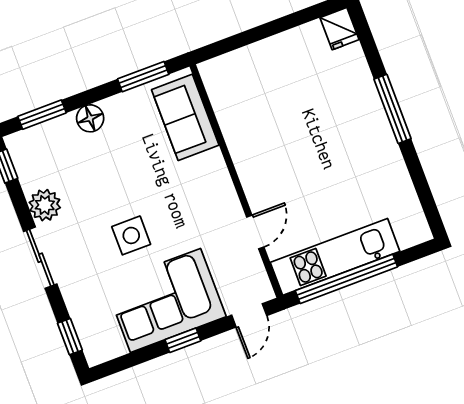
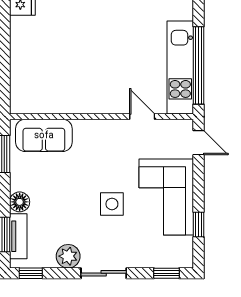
tv unit: (46, 133) -> (18, 236), added
window: (183, 340) -> (199, 225), moved

